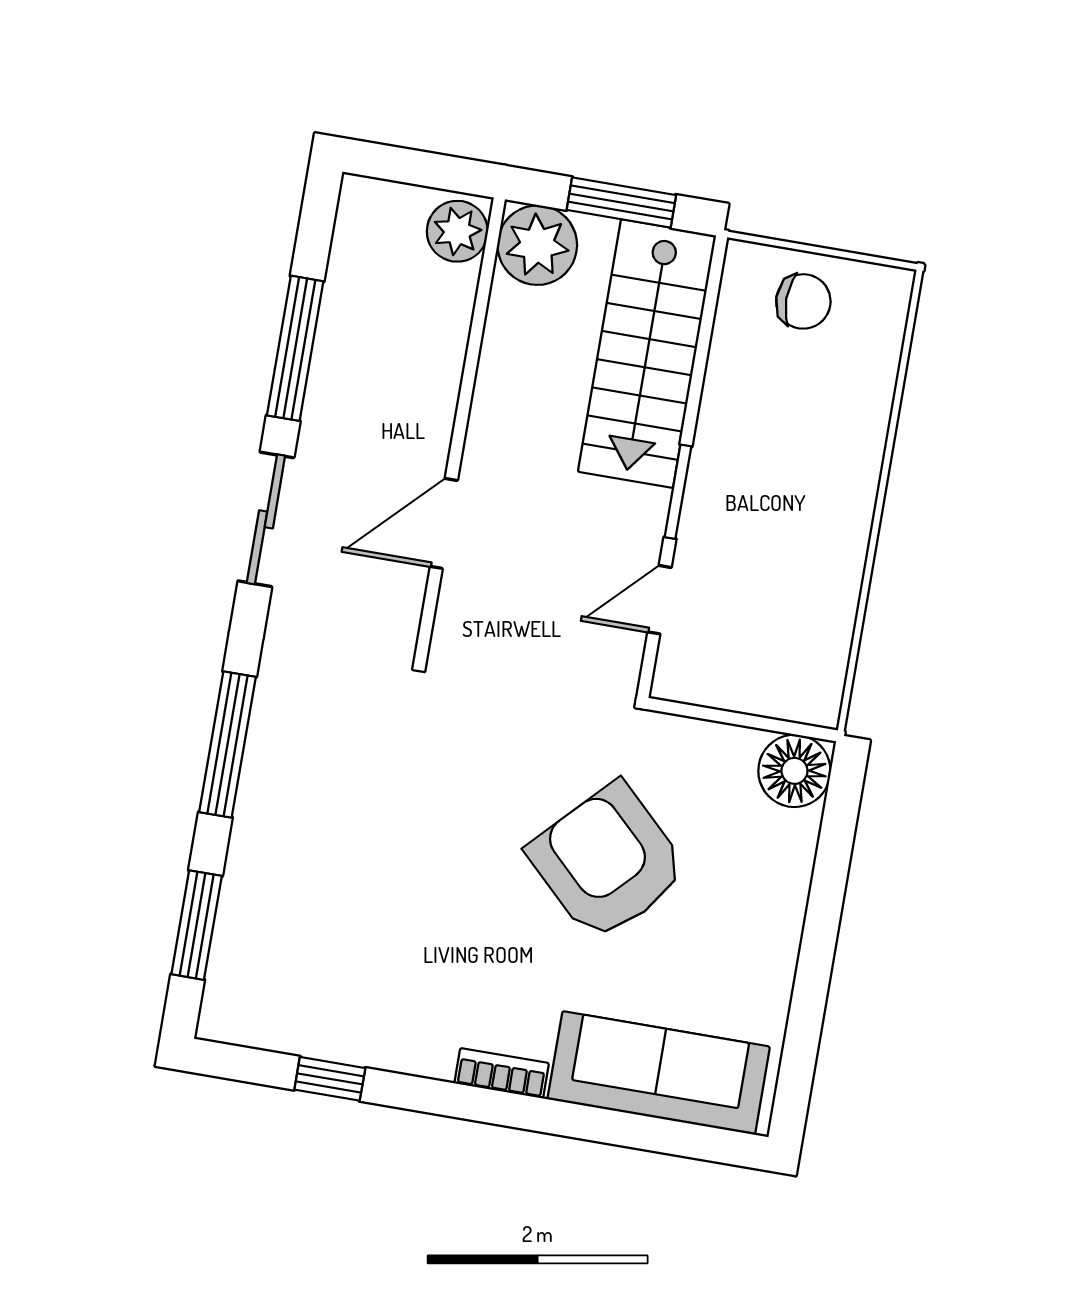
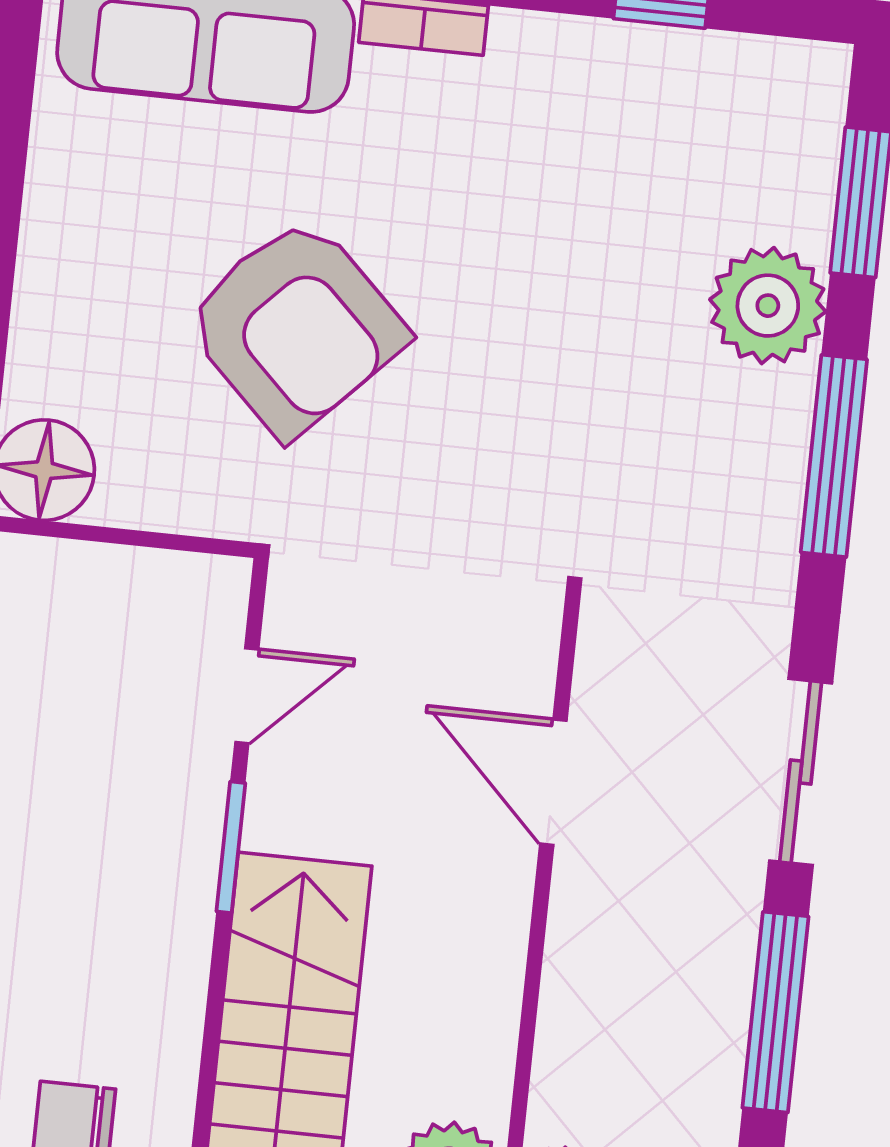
door: (444, 523) -> (553, 782), swing flipped
plant: (268, 855) -> (768, 306), added

